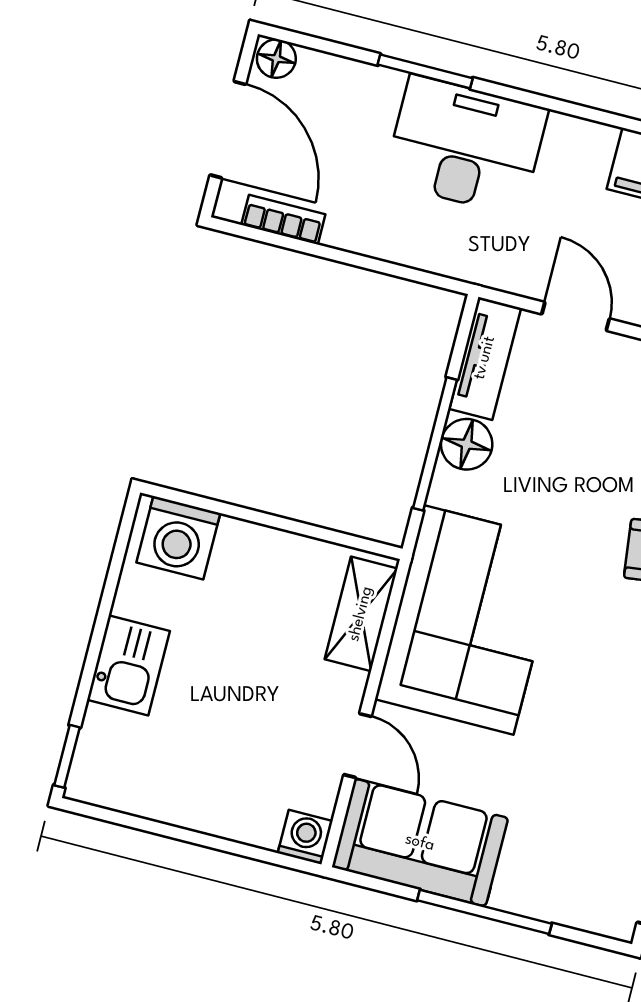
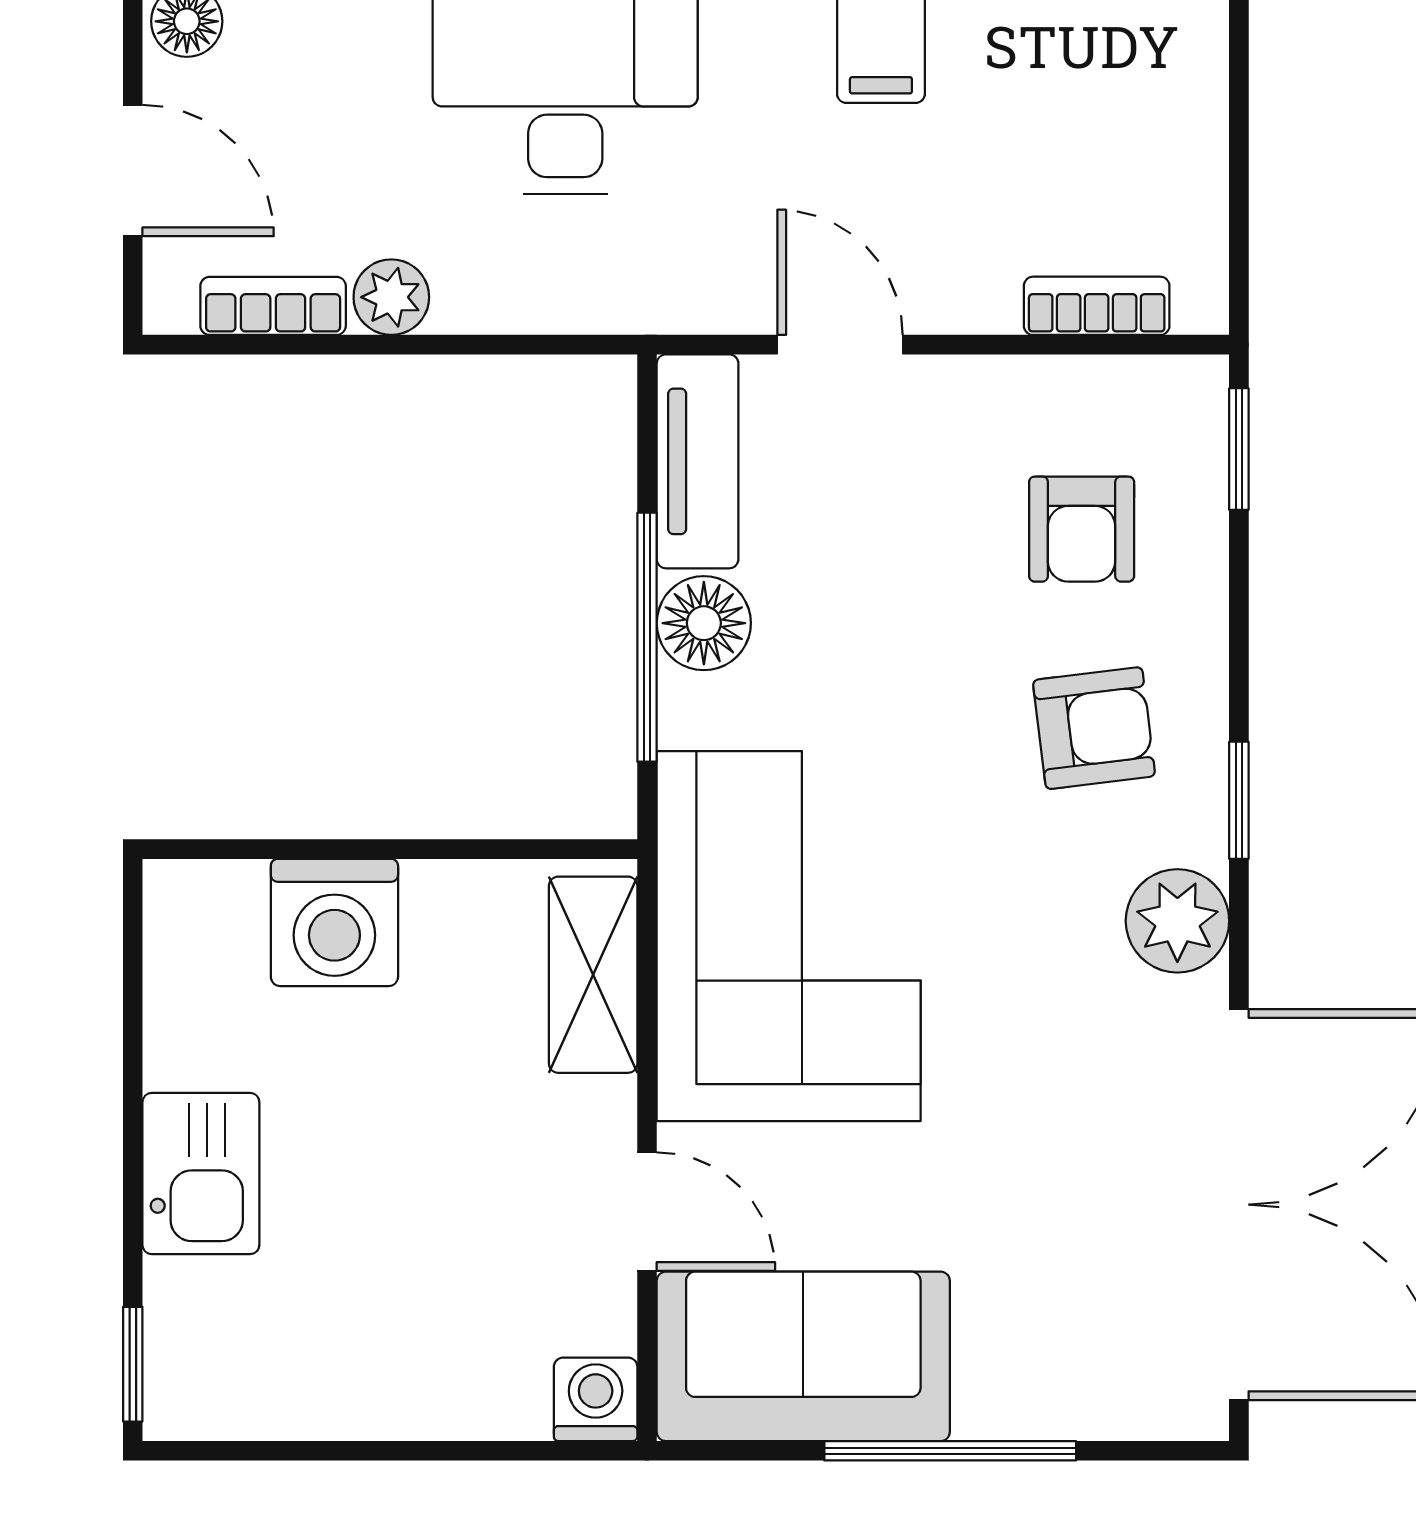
door: (228, 130) -> (133, 171), width x0.73
plant: (347, 231) -> (391, 297), added
washing machine: (178, 538) -> (334, 922), moved

